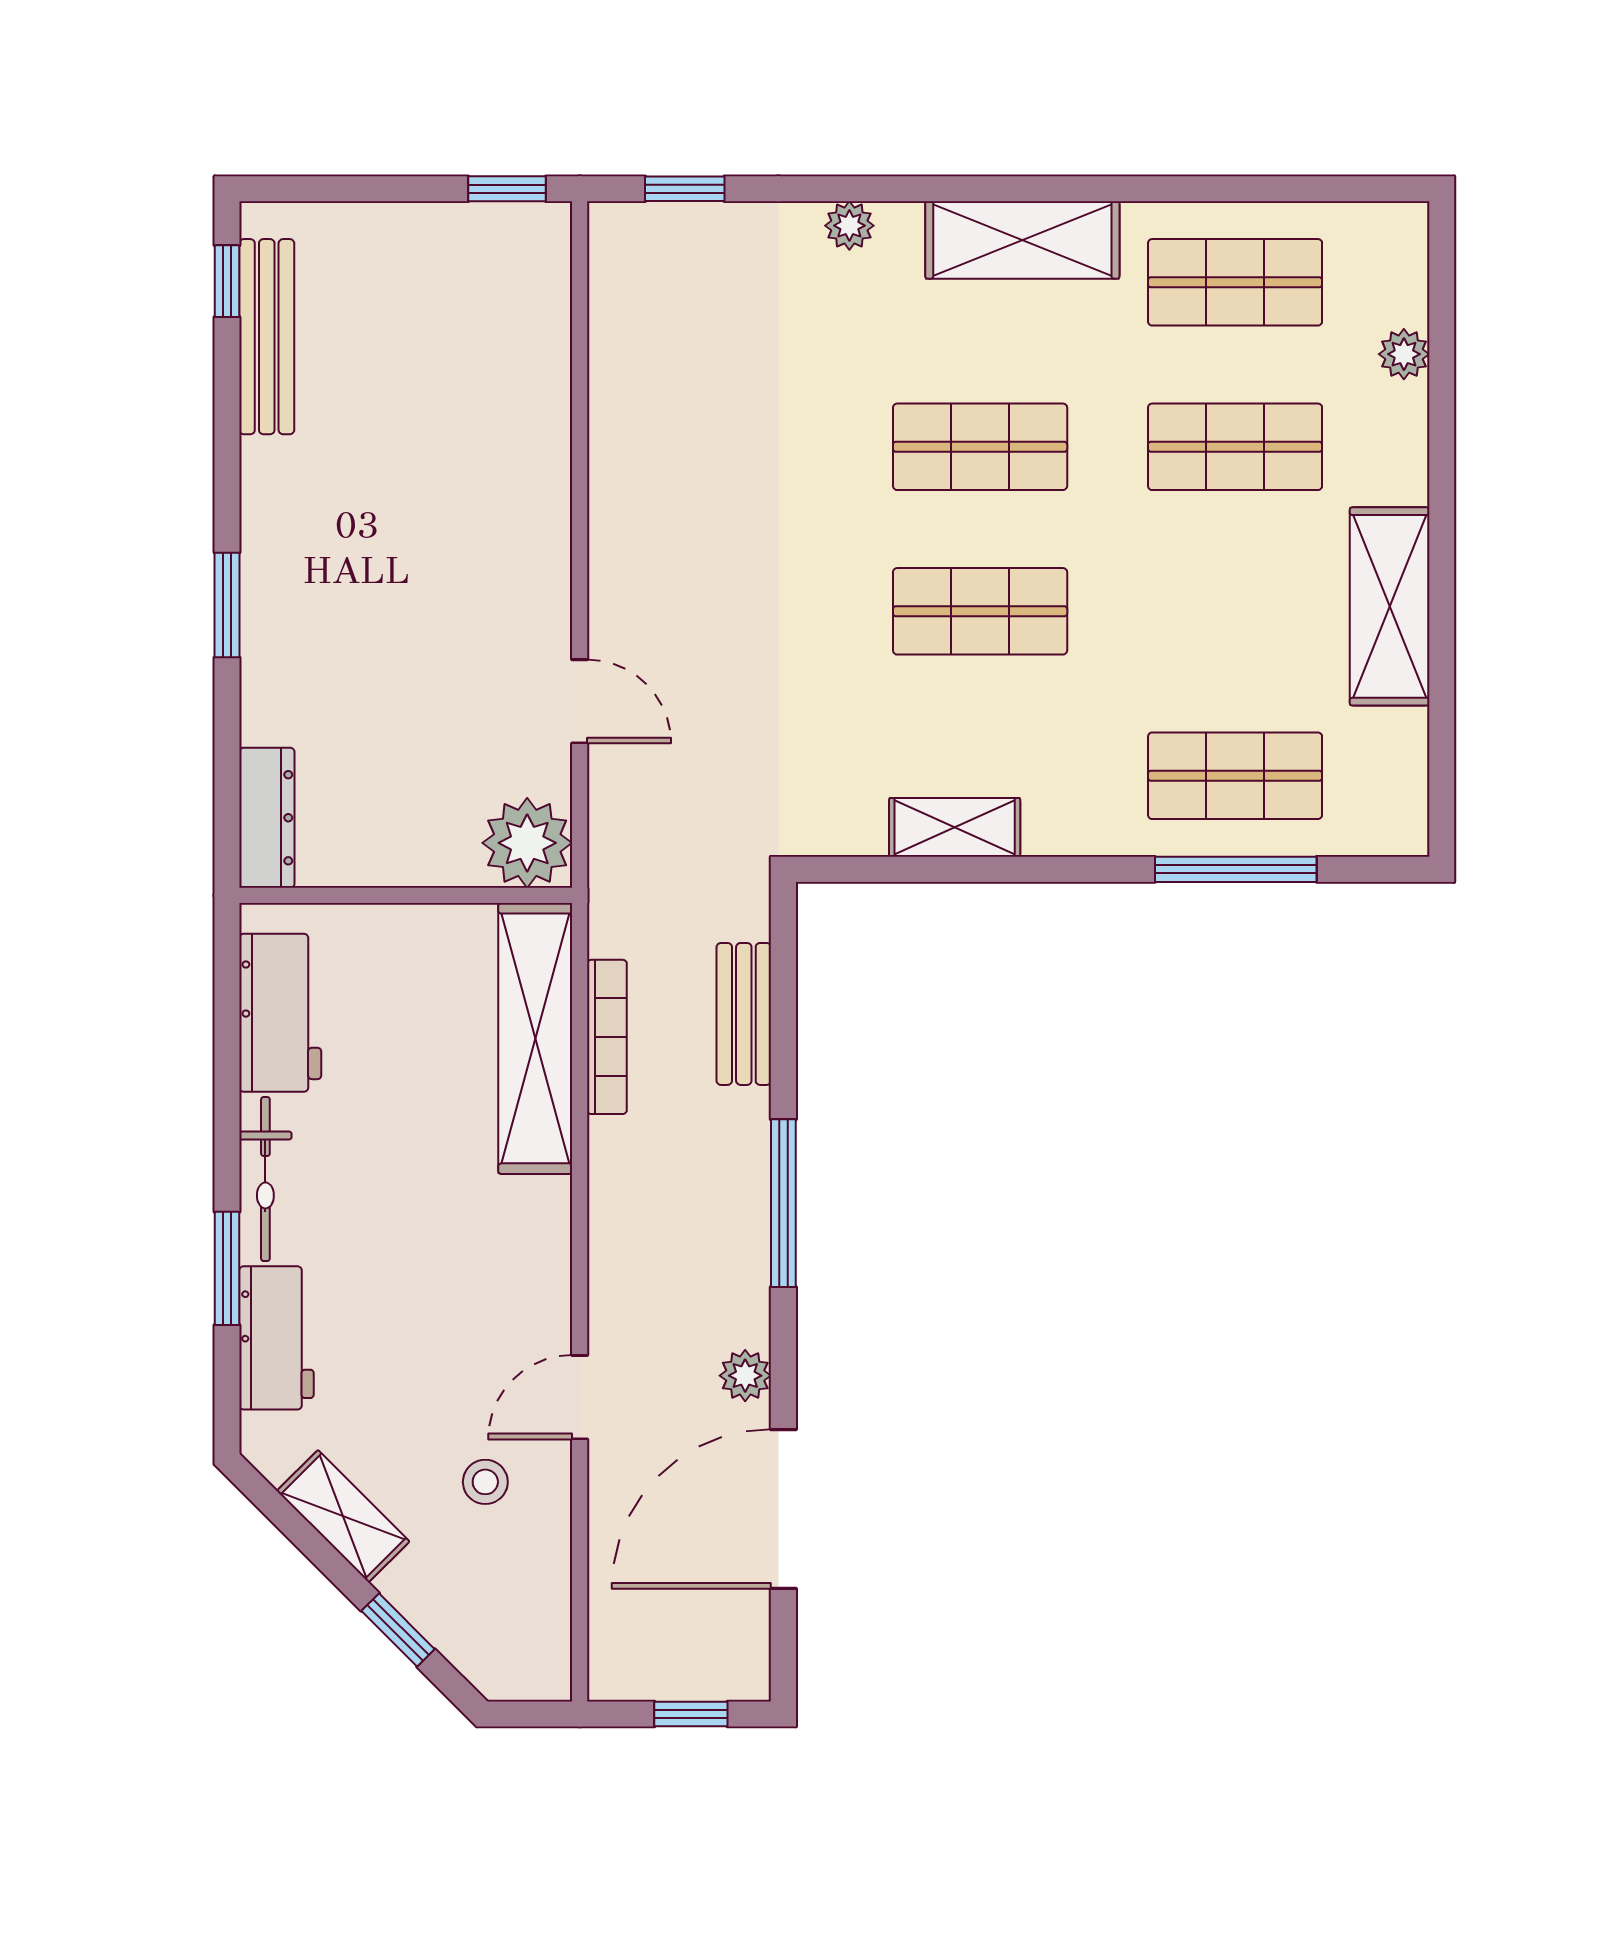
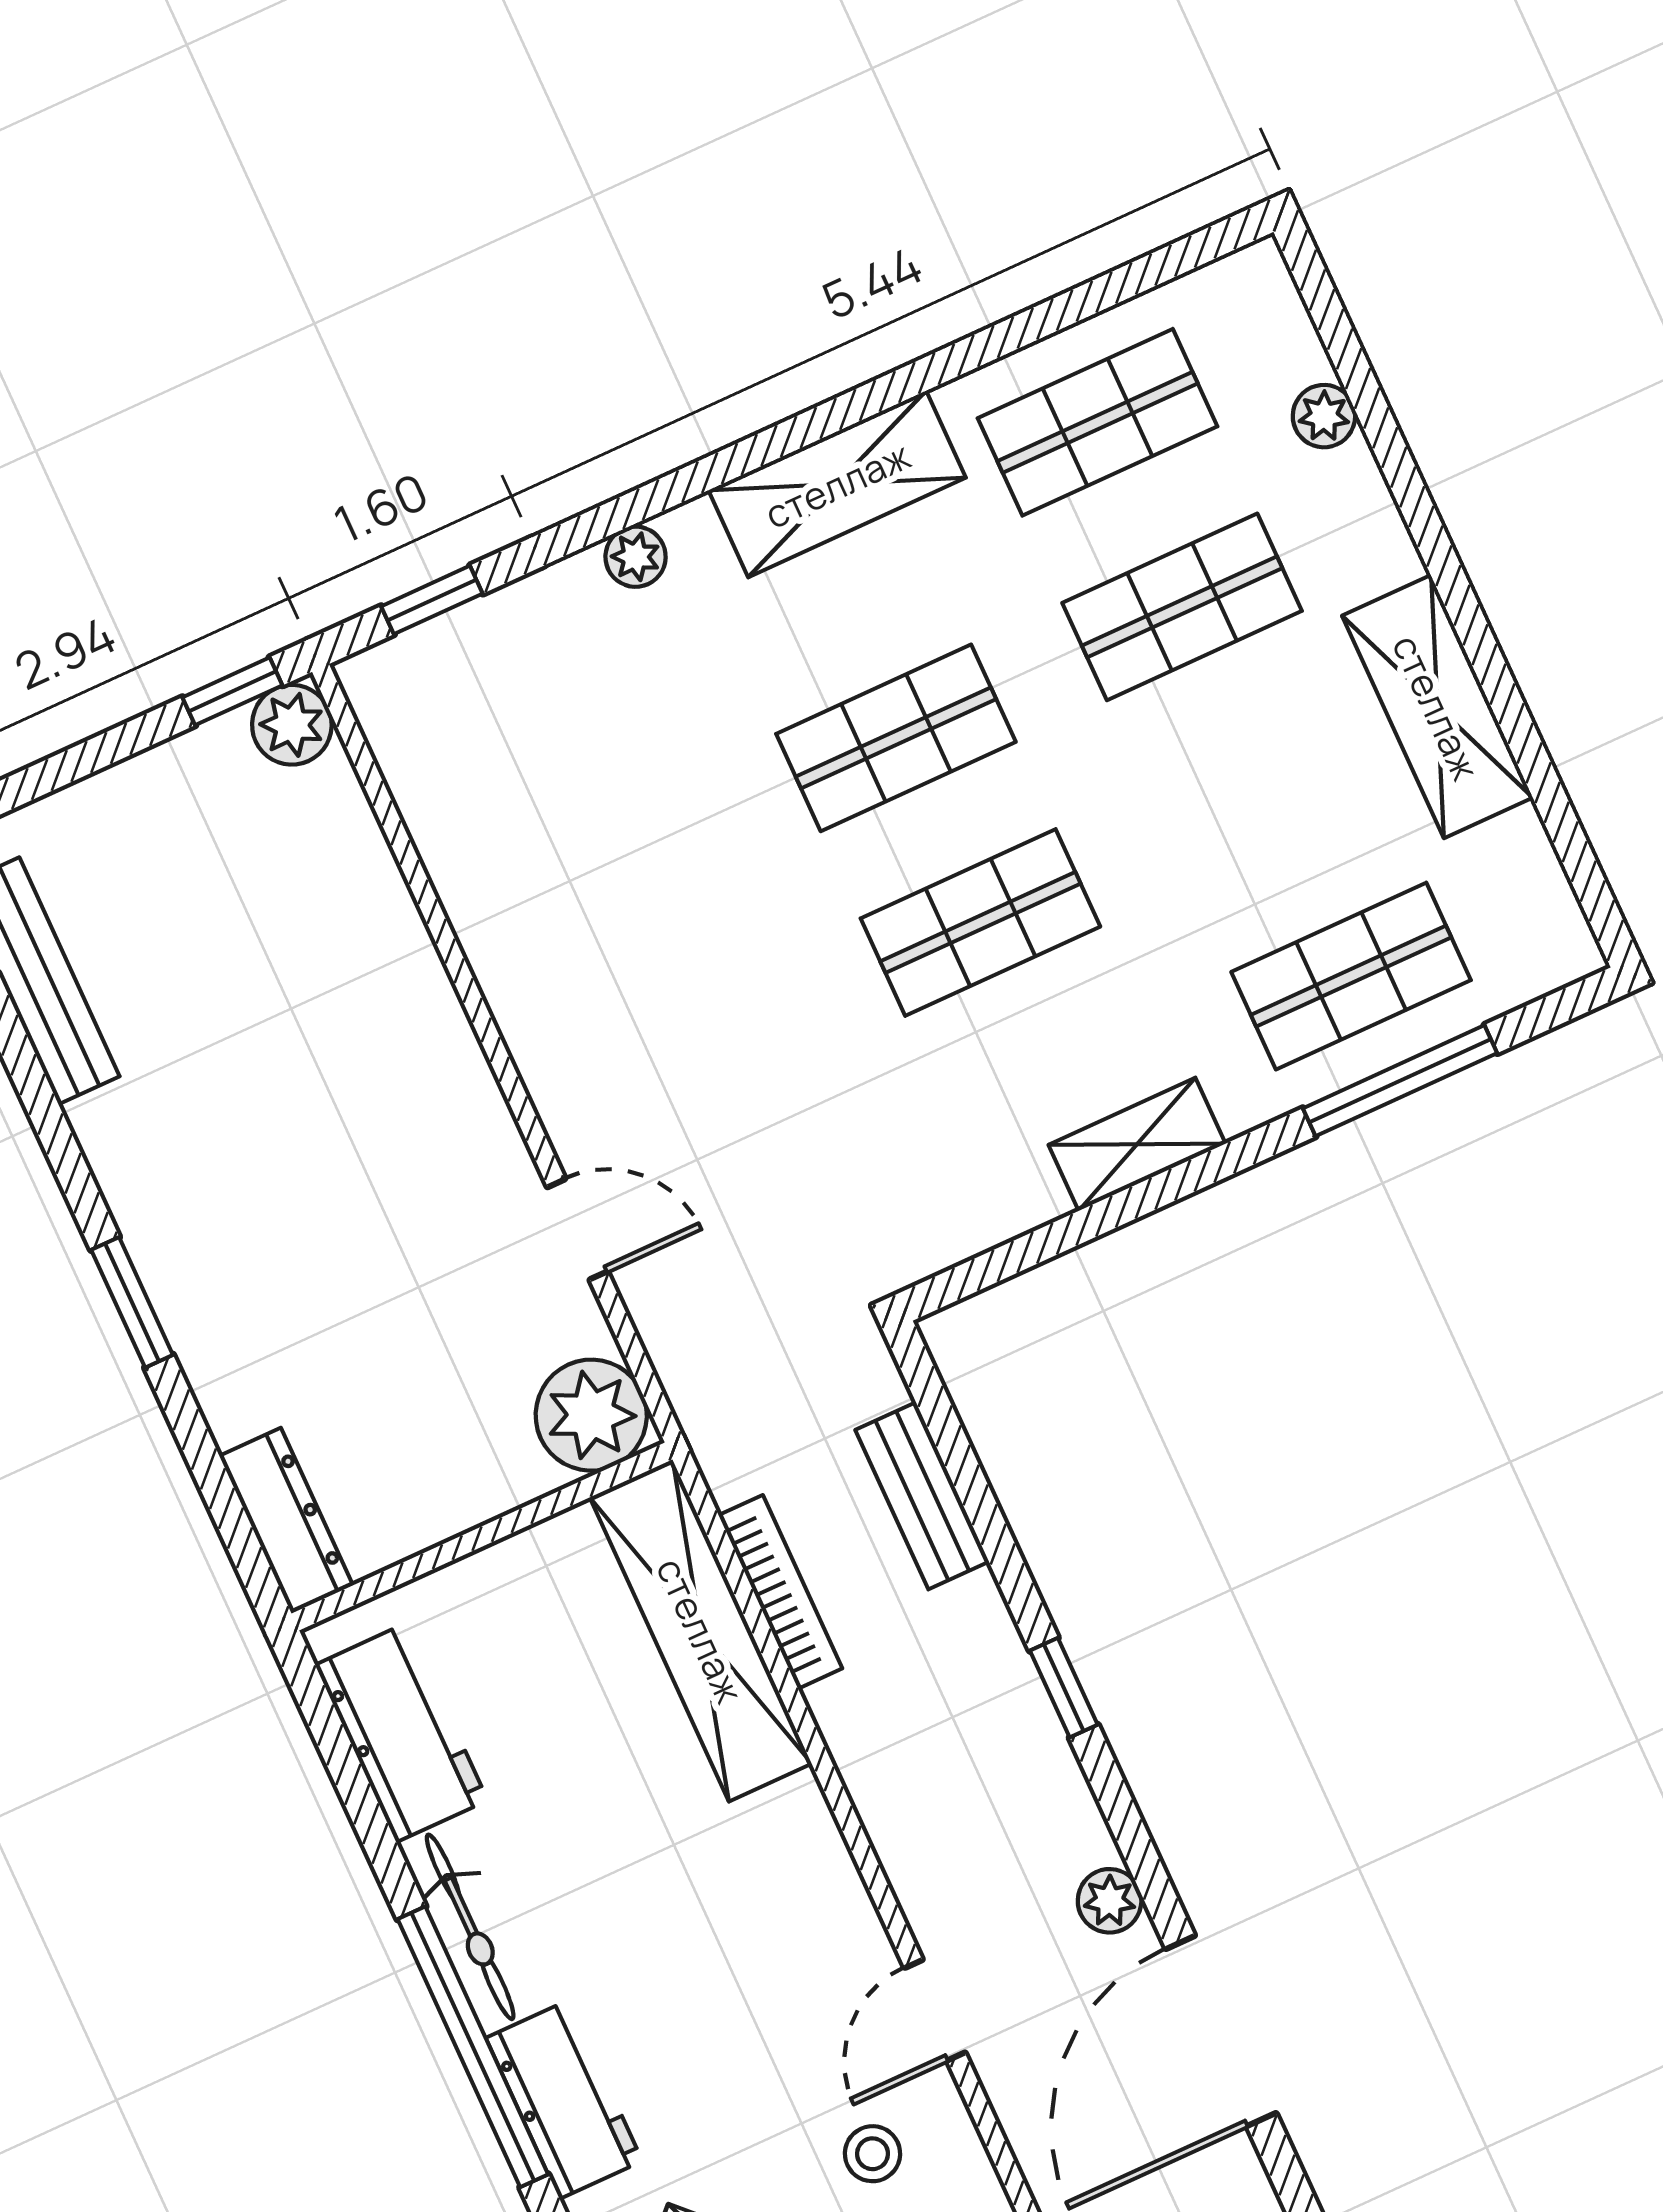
plant: (540, 233) -> (292, 725), added
shelving: (955, 827) -> (1137, 1144), moved
window: (783, 1203) -> (1064, 1688), width x0.46
window: (227, 1268) -> (473, 2047), width x2.11

